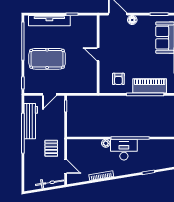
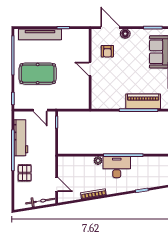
armchair: (118, 79) -> (107, 51), moved
door: (49, 94) -> (40, 110), hinge flipped
pallet: (51, 148) -> (25, 173), moved

